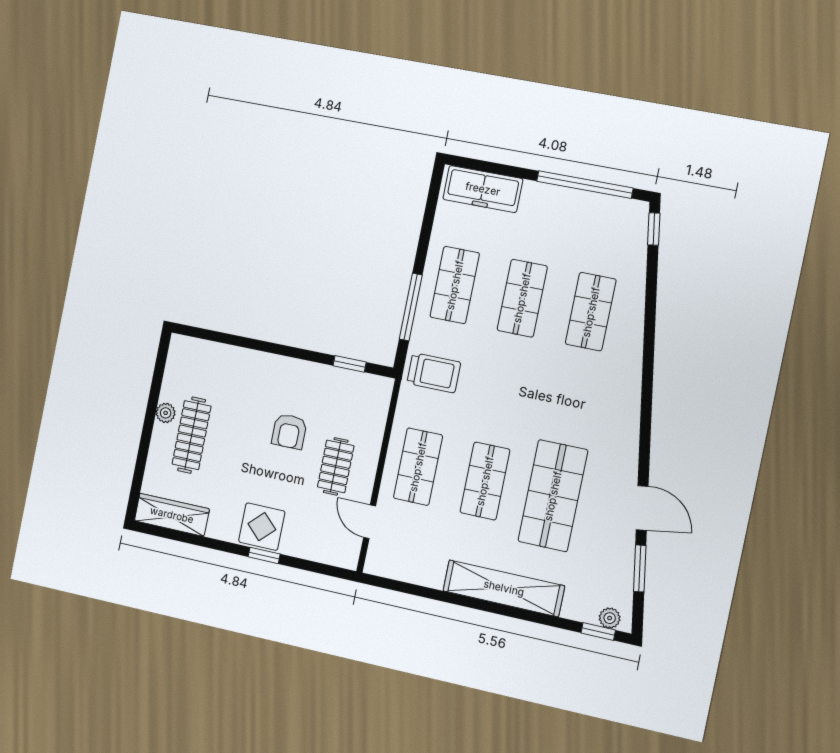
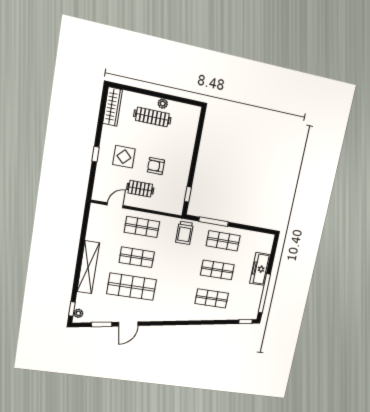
freezer: (483, 189) -> (260, 269), moved
display table: (262, 527) -> (124, 157), moved

